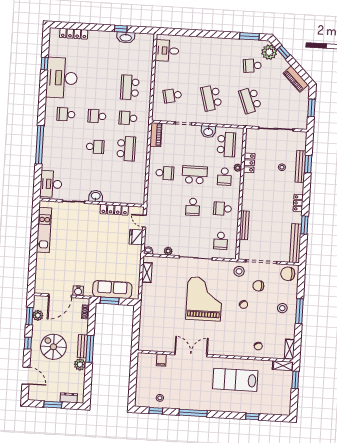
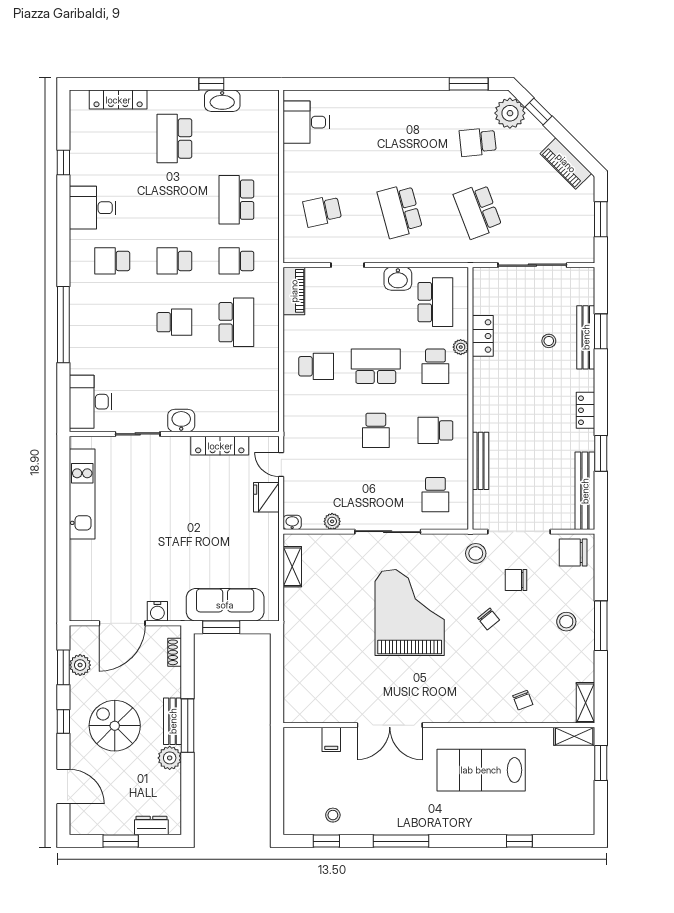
school desk: (101, 55) -> (174, 138), added
desk: (62, 78) -> (93, 208), width x0.53, depth x0.77
double door: (191, 355) -> (390, 725), swing flipped

